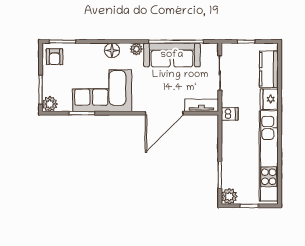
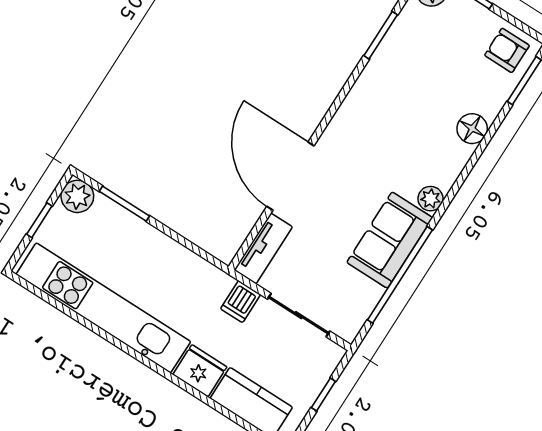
floor lamp: (112, 50) -> (472, 129), moved
sofa: (172, 55) -> (390, 240), width x0.73
corner sofa: (102, 91) -> (397, 95), removed
dishwasher: (230, 114) -> (241, 302), moved

